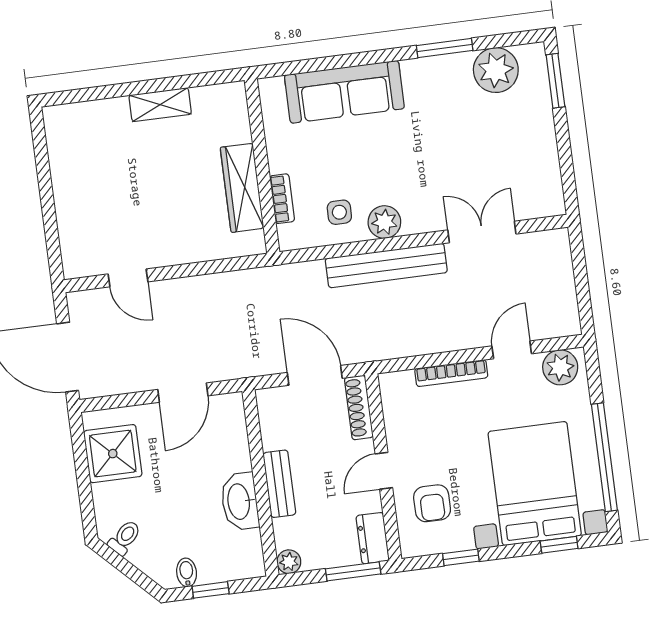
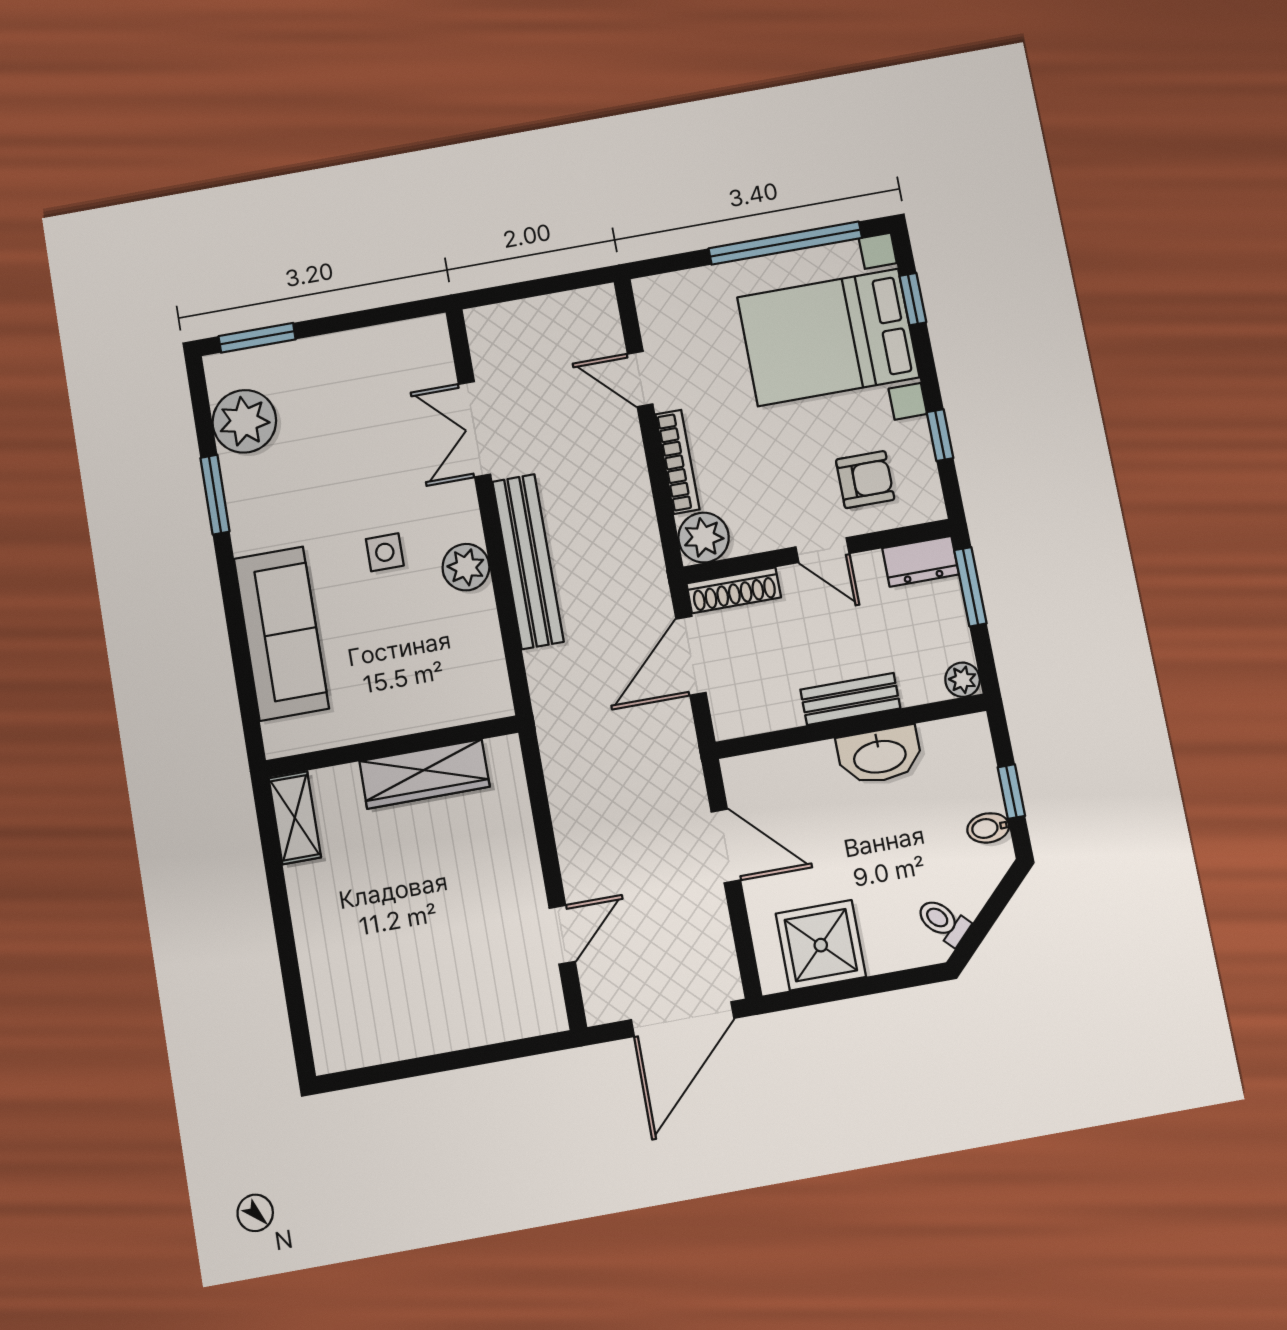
shelving: (160, 105) -> (295, 818), moved
bookcase: (282, 199) -> (438, 715), removed
side table: (339, 212) -> (385, 552), moved
plant: (560, 367) -> (704, 537), moved

